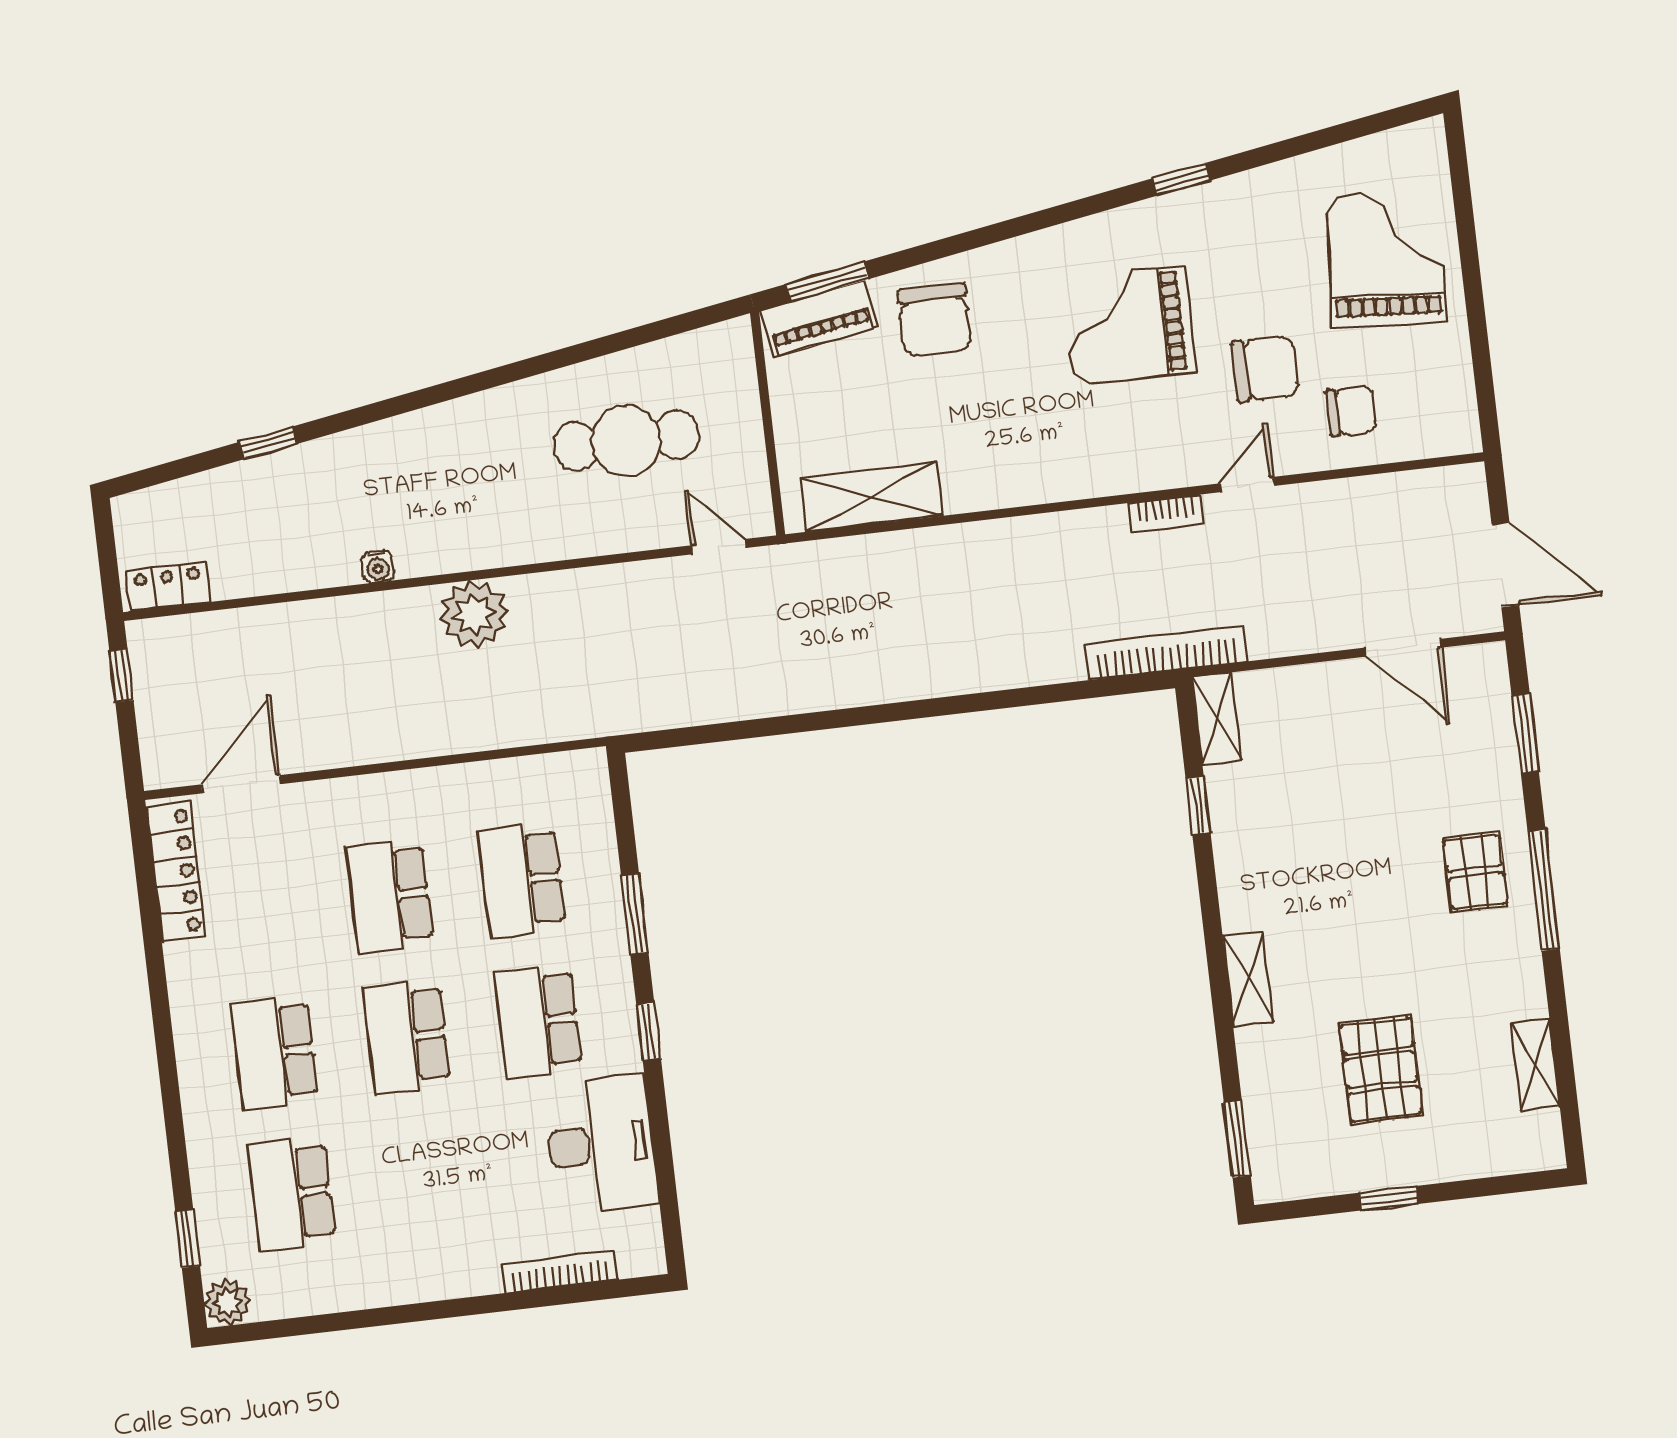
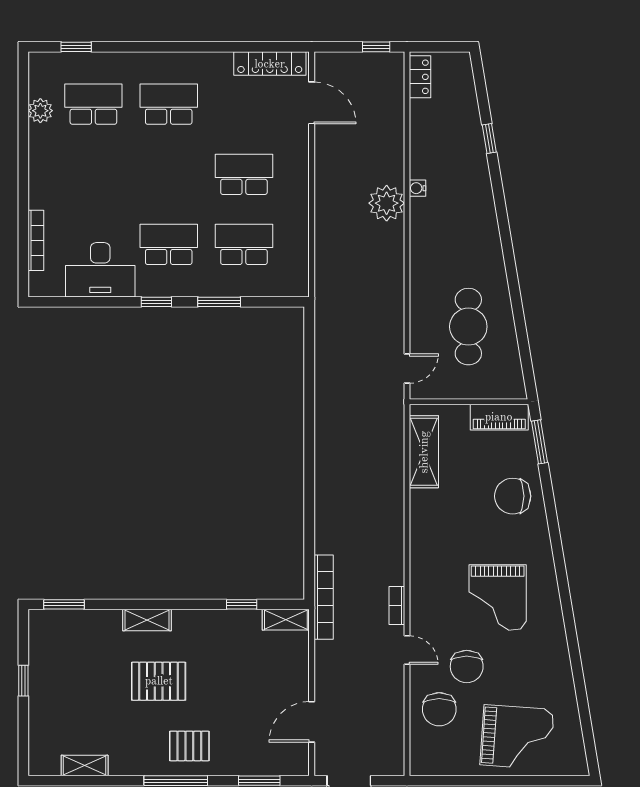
window: (1181, 179) -> (571, 634), removed
piano: (819, 319) -> (499, 417), moved, turned -81
grand piano: (1128, 326) -> (498, 597), turned 180
chair: (1351, 411) -> (439, 709), width x1.37, depth x1.37
plant: (474, 614) -> (387, 203), moved
school desk: (406, 1037) -> (169, 174), removed
pallet: (1381, 1070) -> (159, 681), moved
plant: (227, 1302) -> (40, 111), moved

